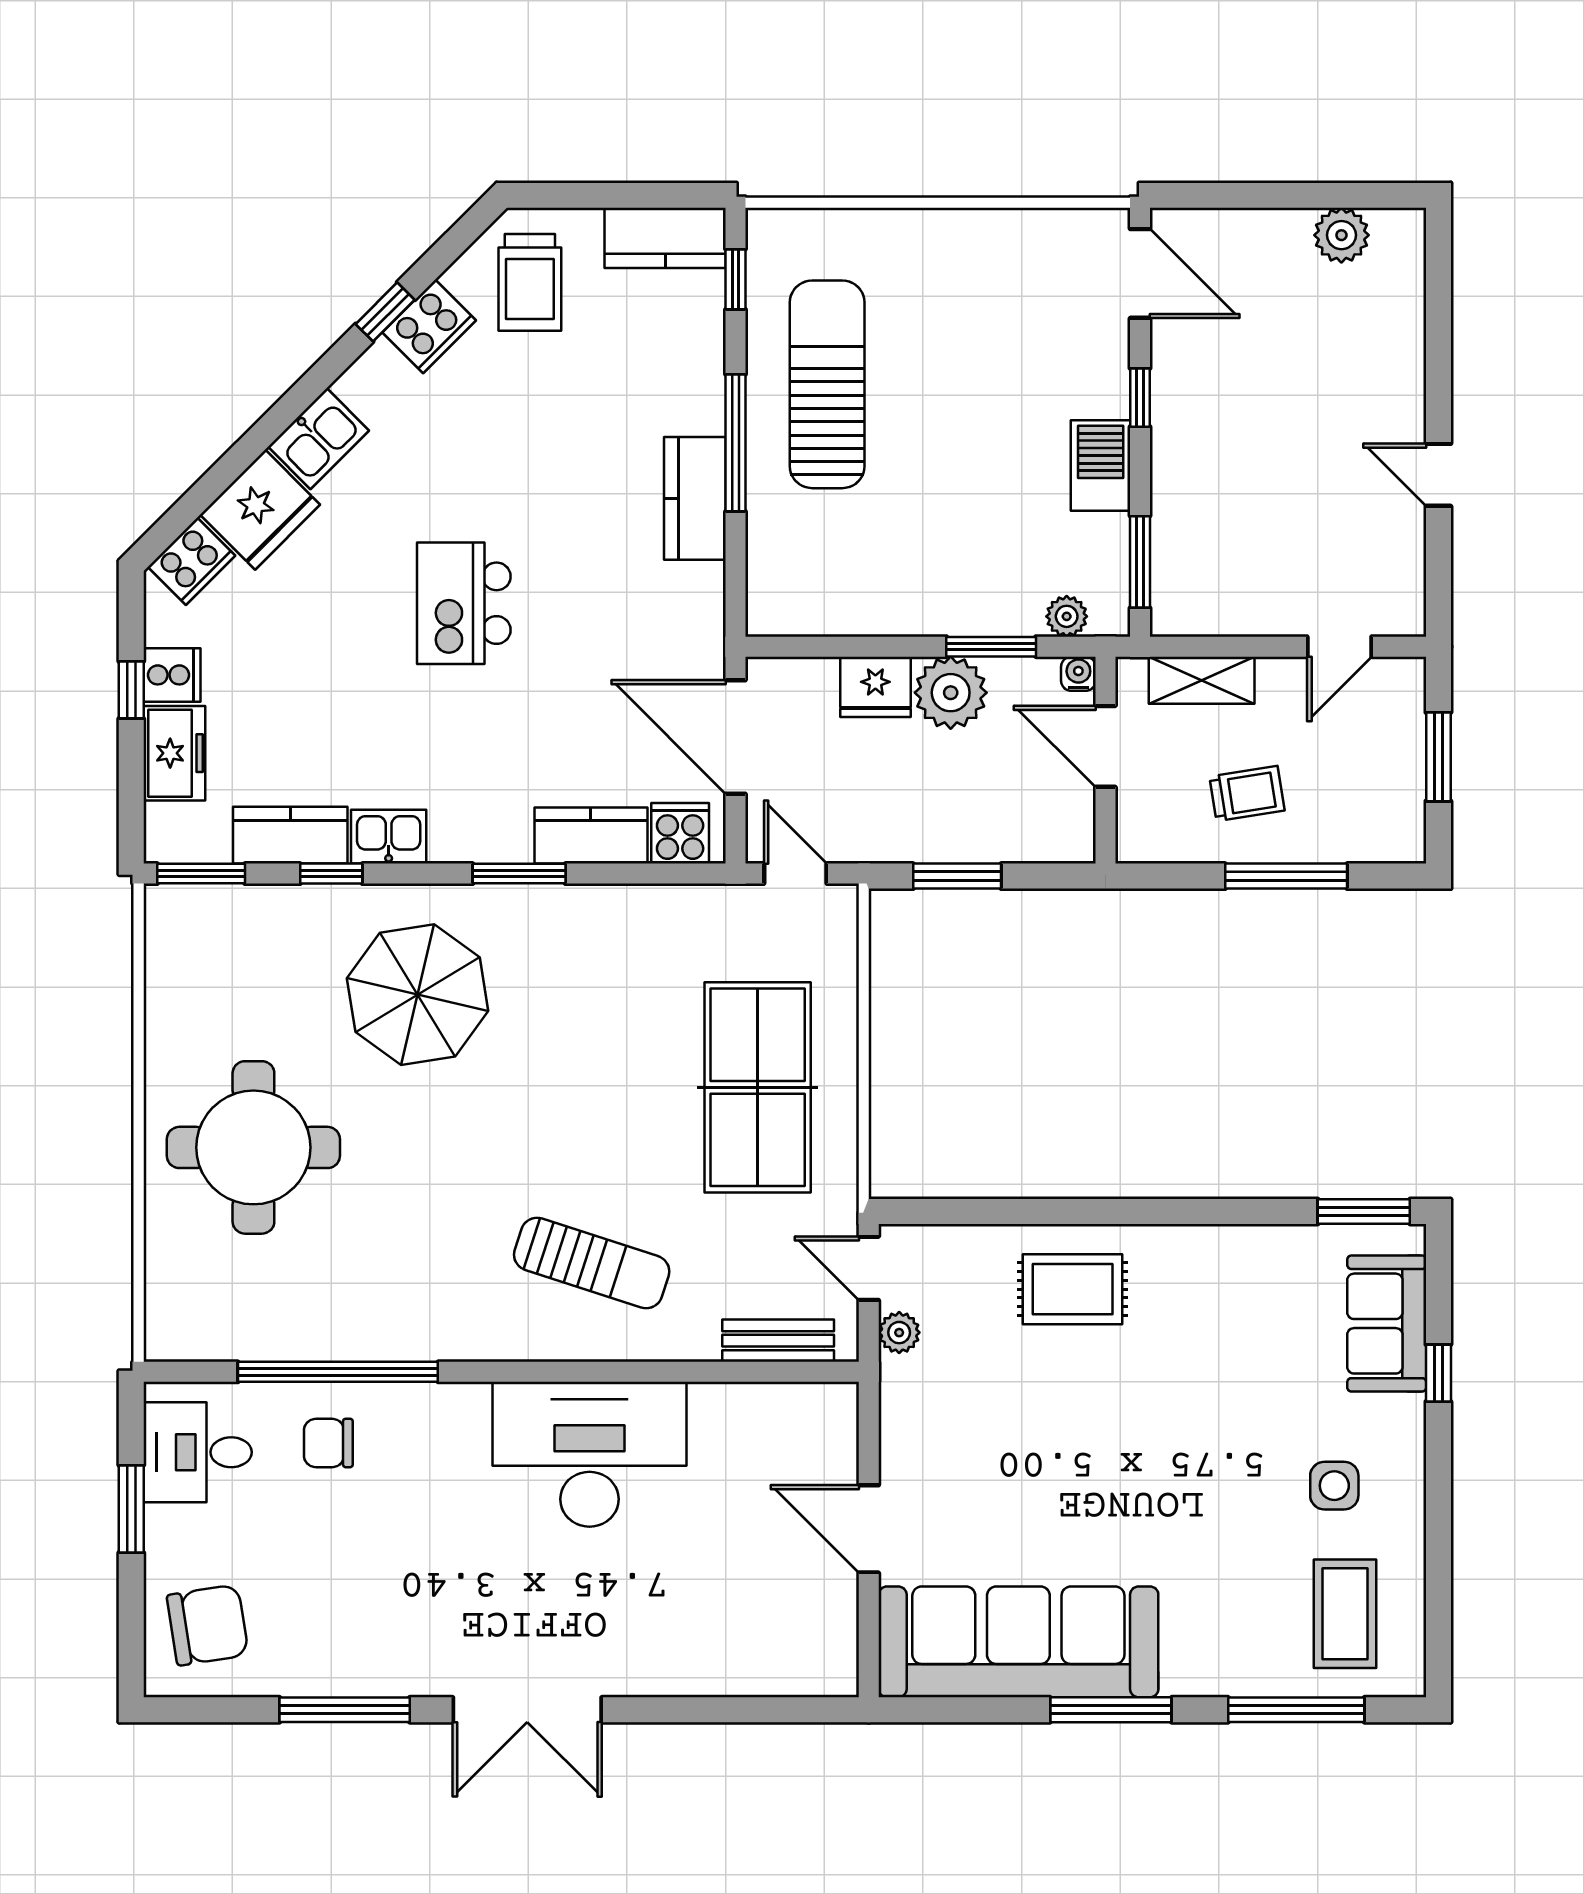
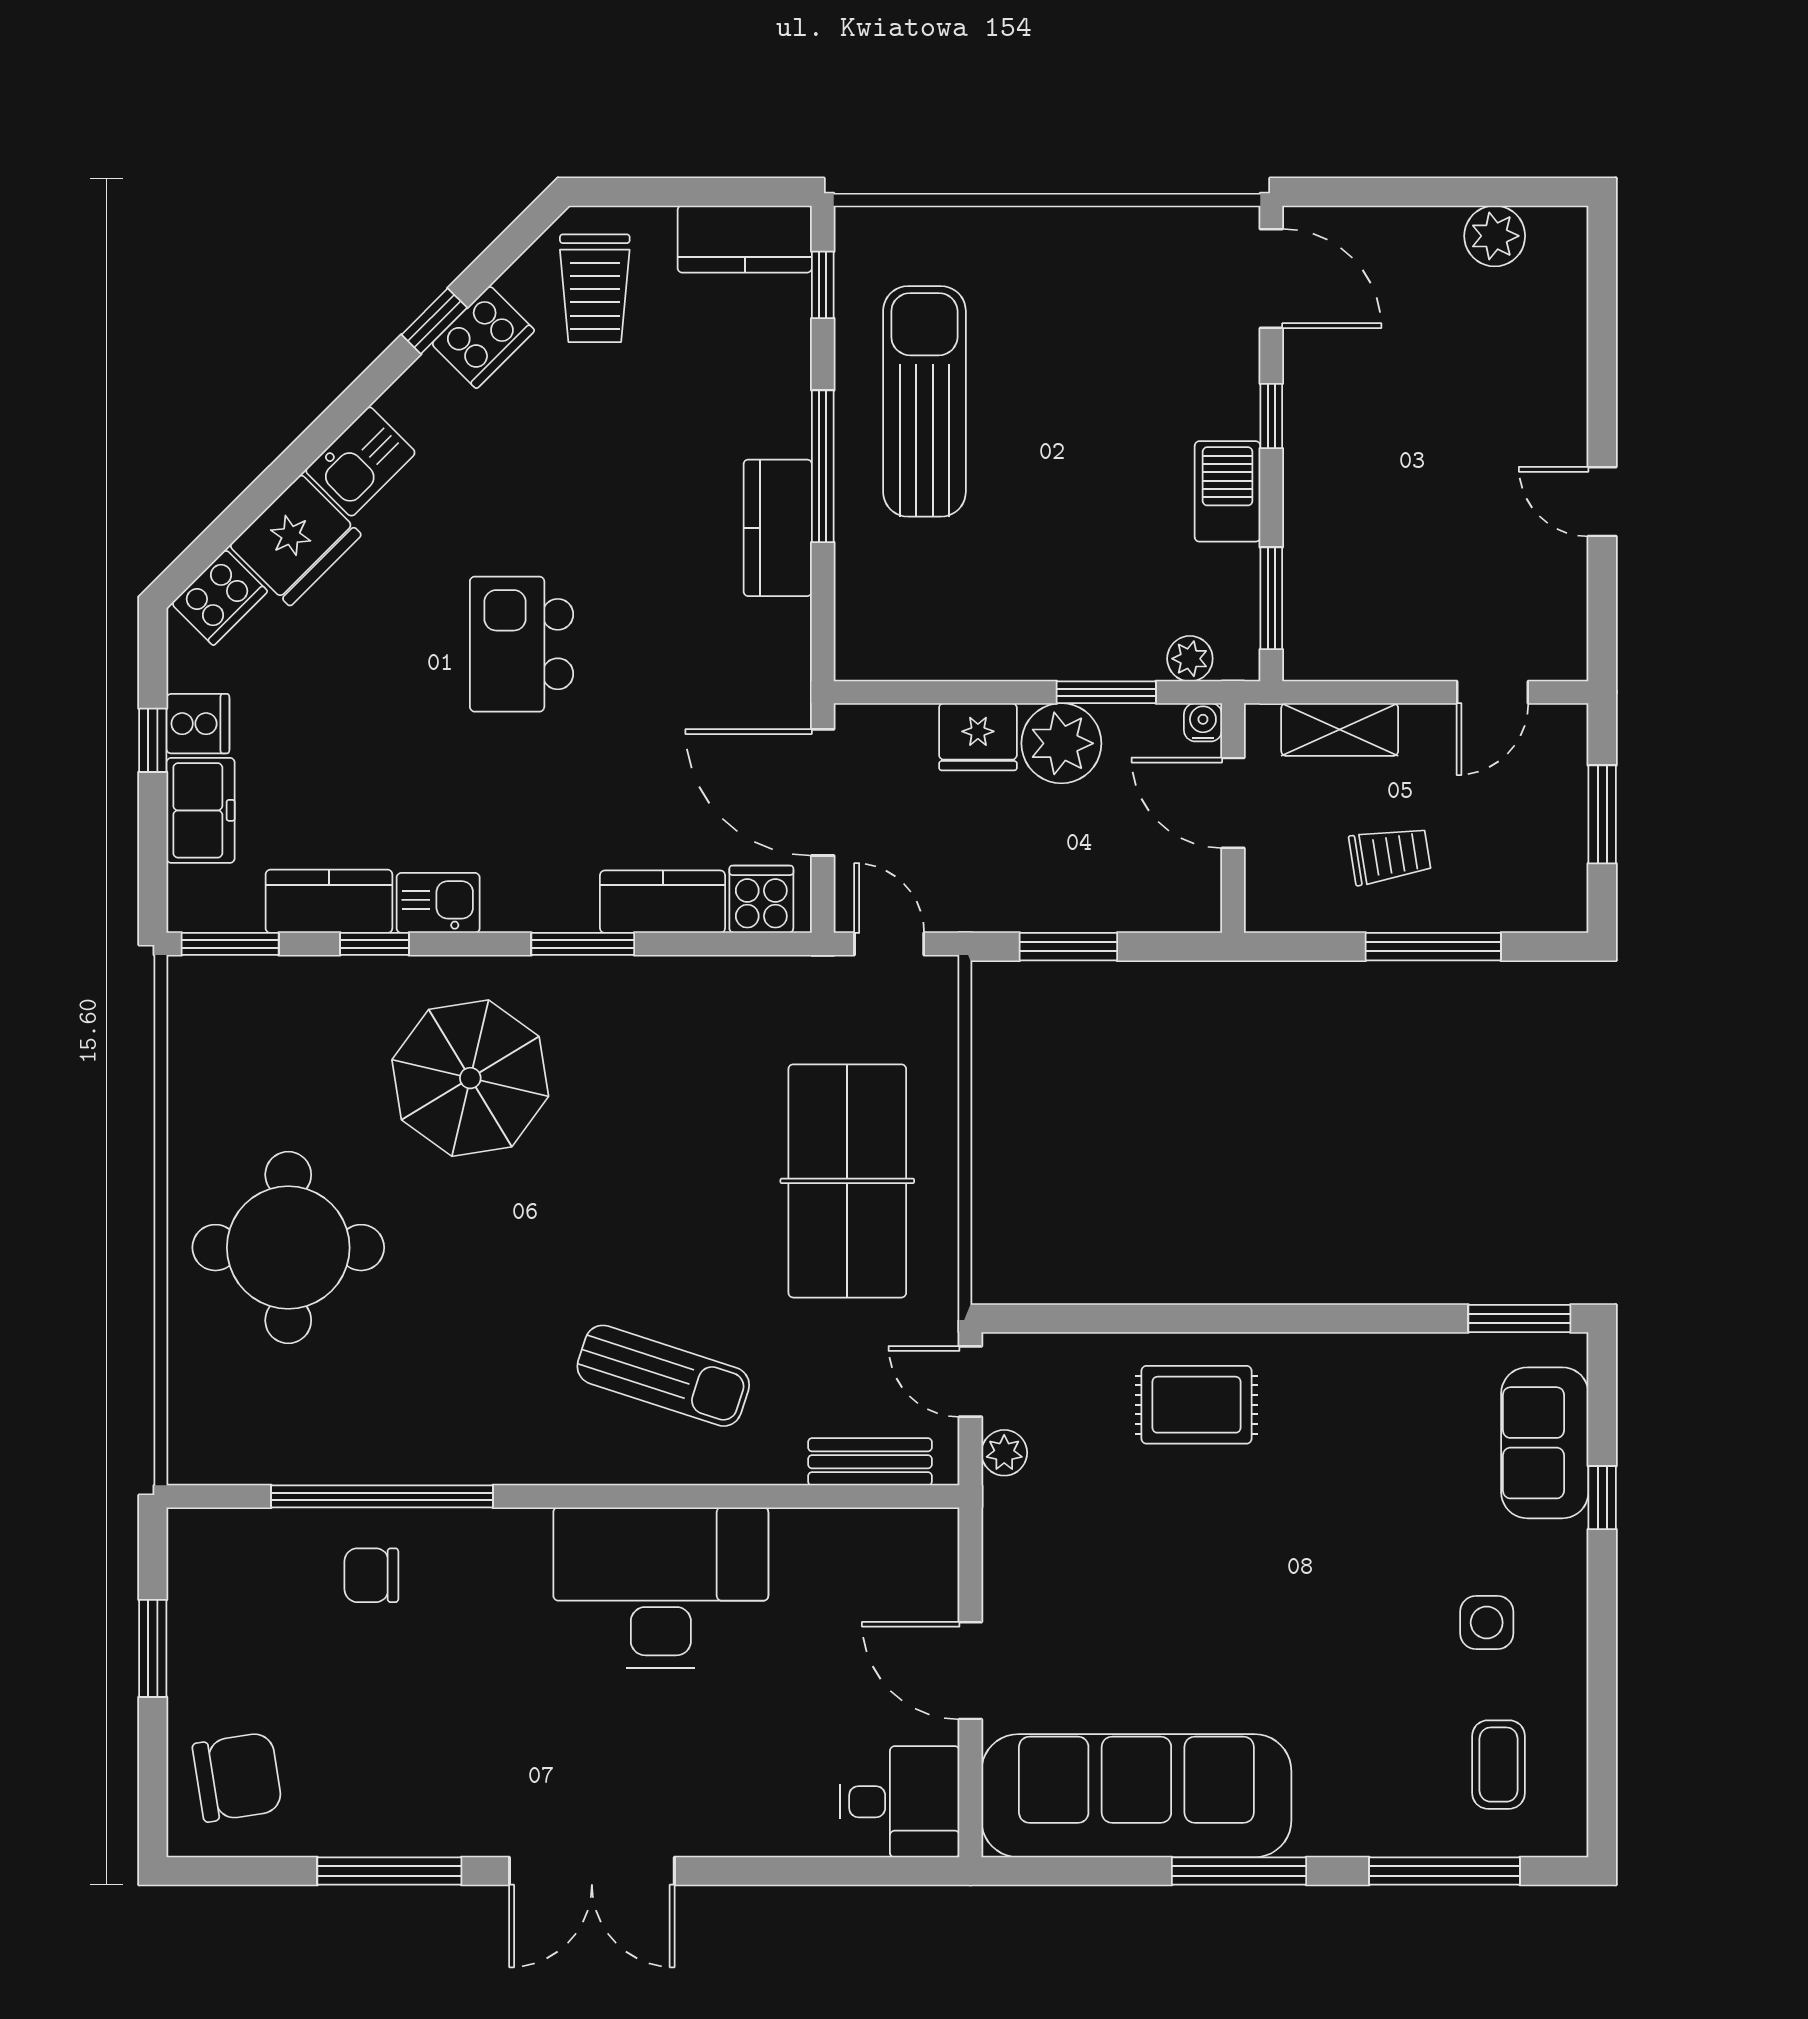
desk: (198, 1452) -> (900, 1802), moved, turned 180
coffee table: (1345, 1614) -> (1499, 1765), width x0.73, depth x0.77

